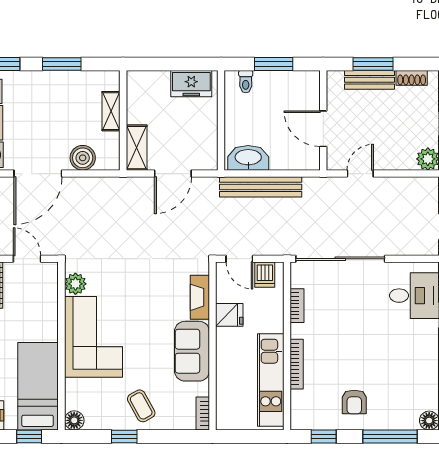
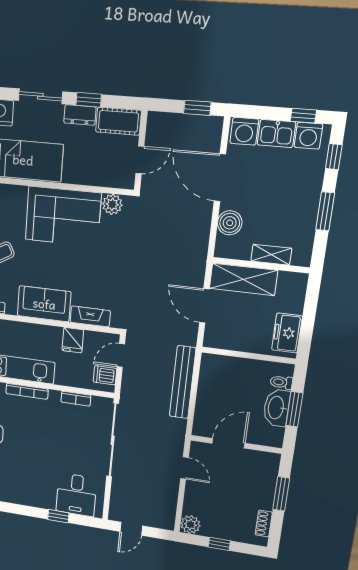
bench: (369, 80) -> (267, 489), removed
shelving: (137, 148) -> (243, 279), width x1.50, depth x1.33
washbasin: (248, 158) -> (277, 408), moved, turned 180

